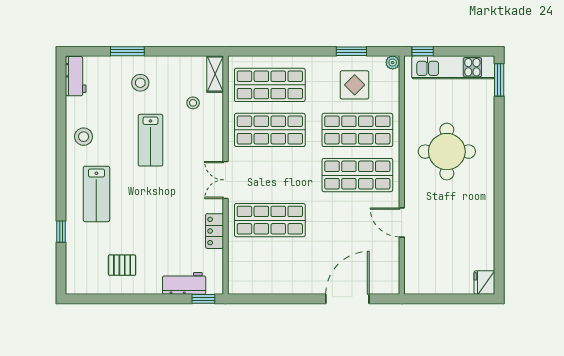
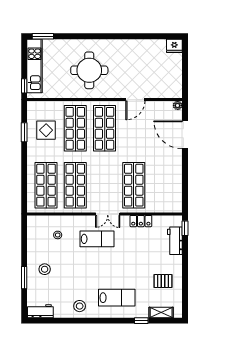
plant: (393, 63) -> (178, 105), moved
shelving: (215, 74) -> (161, 312), moved
lab bench: (150, 140) -> (97, 239), moved
pallet: (122, 265) -> (163, 281), turned 90

